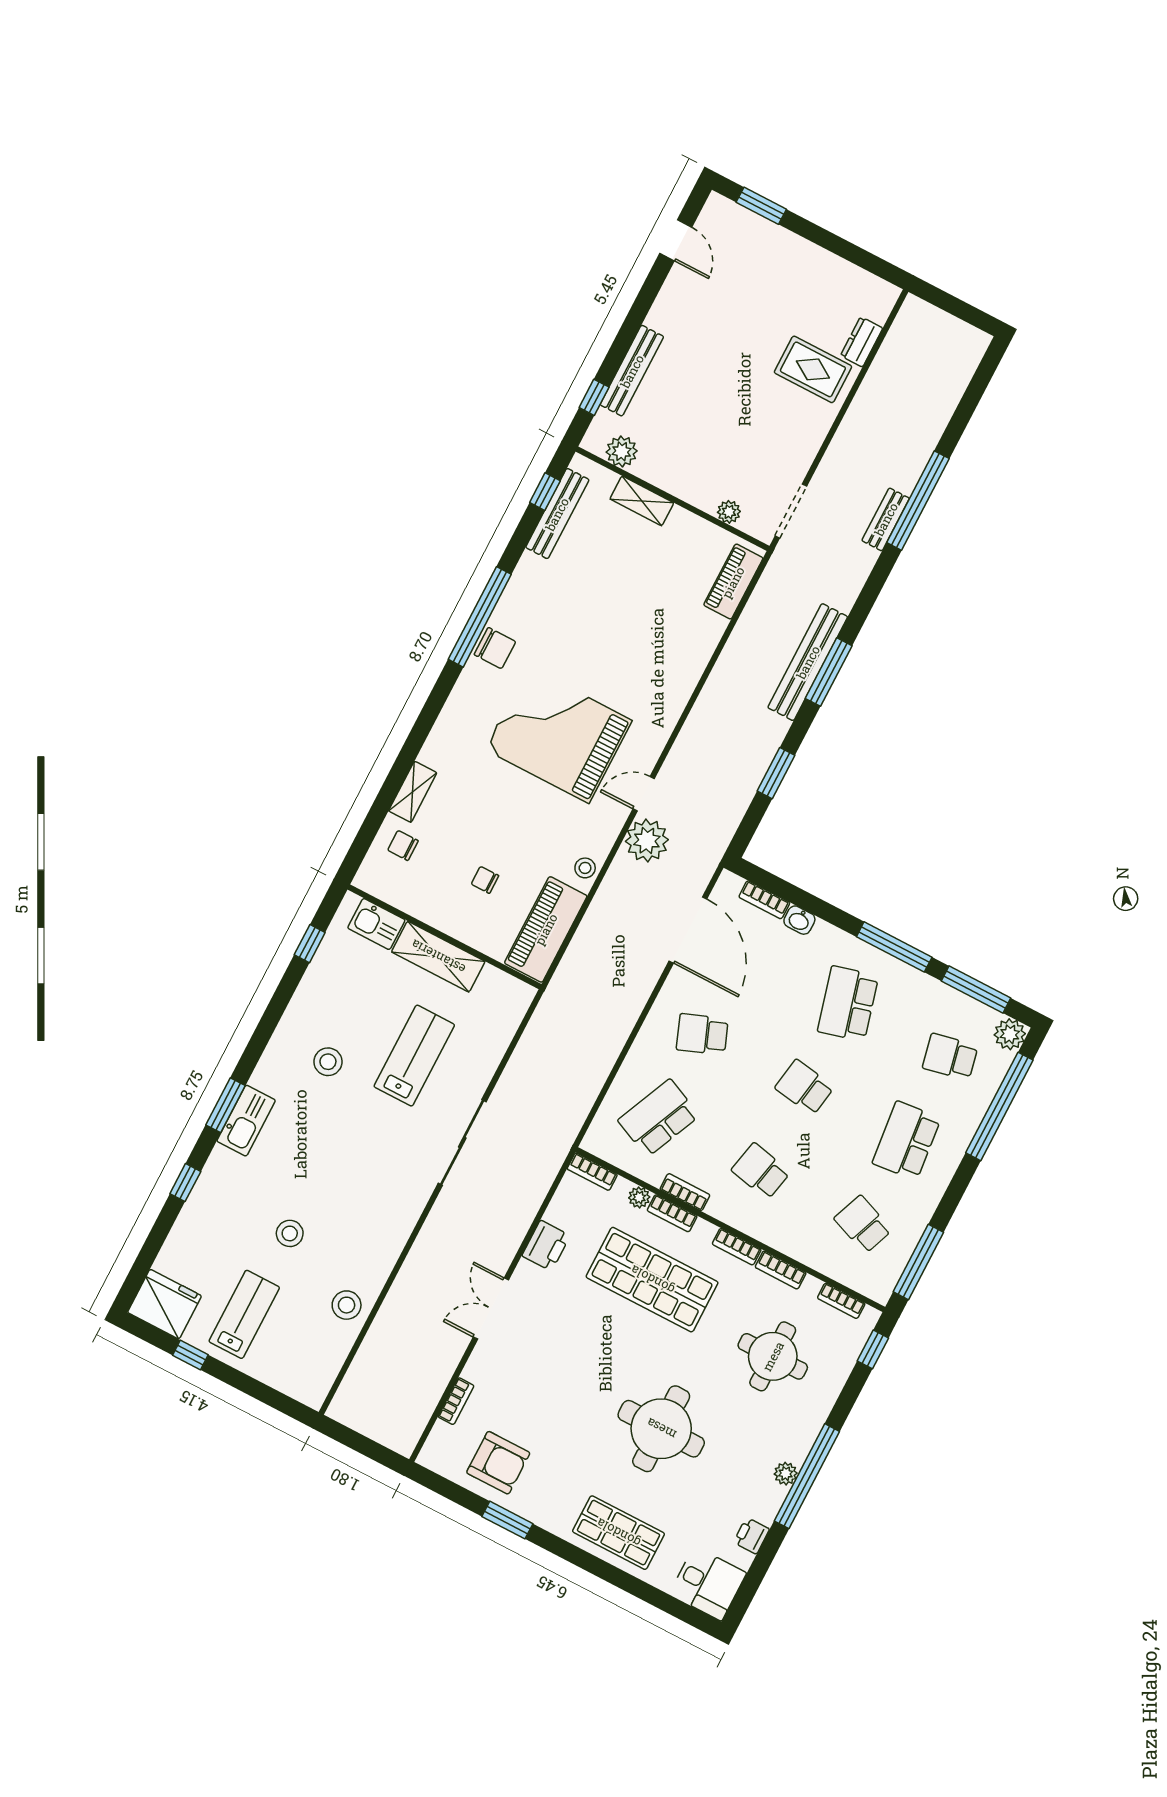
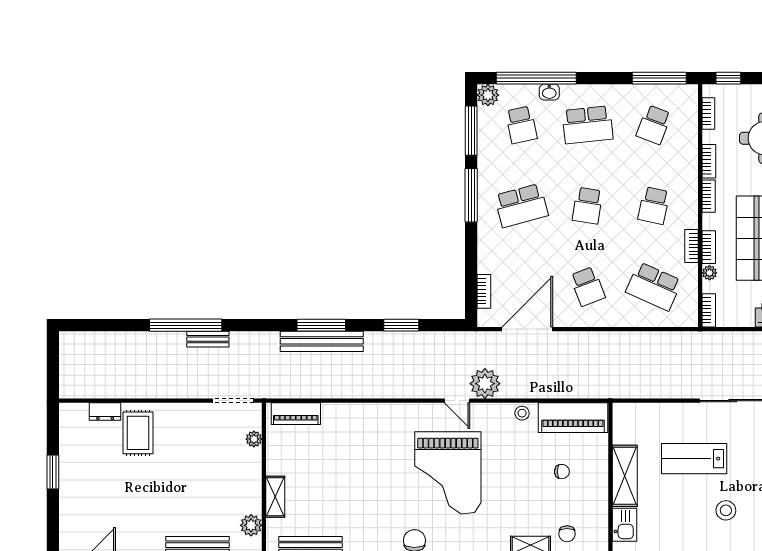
window: (761, 206) -> (53, 472), moved
chair: (485, 880) -> (562, 472), turned -90
washbasin: (799, 920) -> (549, 92), moved, turned 90

